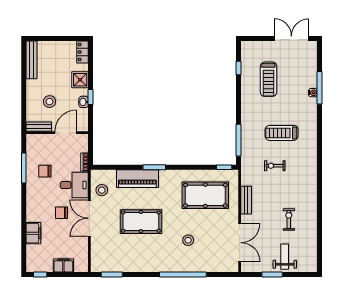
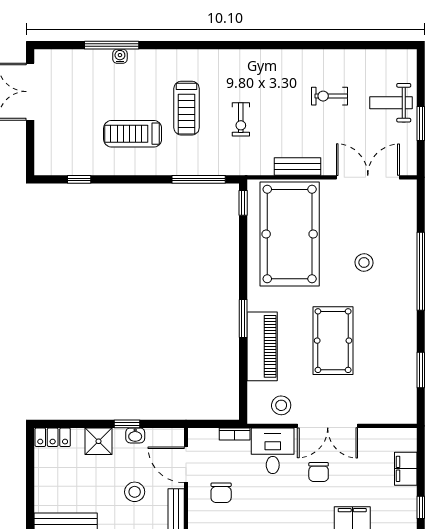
treadmill: (268, 79) -> (133, 134), moved, turned 180
chair: (45, 171) -> (221, 493), moved
pool table: (205, 195) -> (290, 234), width x1.36, depth x1.32
window: (112, 275) -> (421, 370), moved

